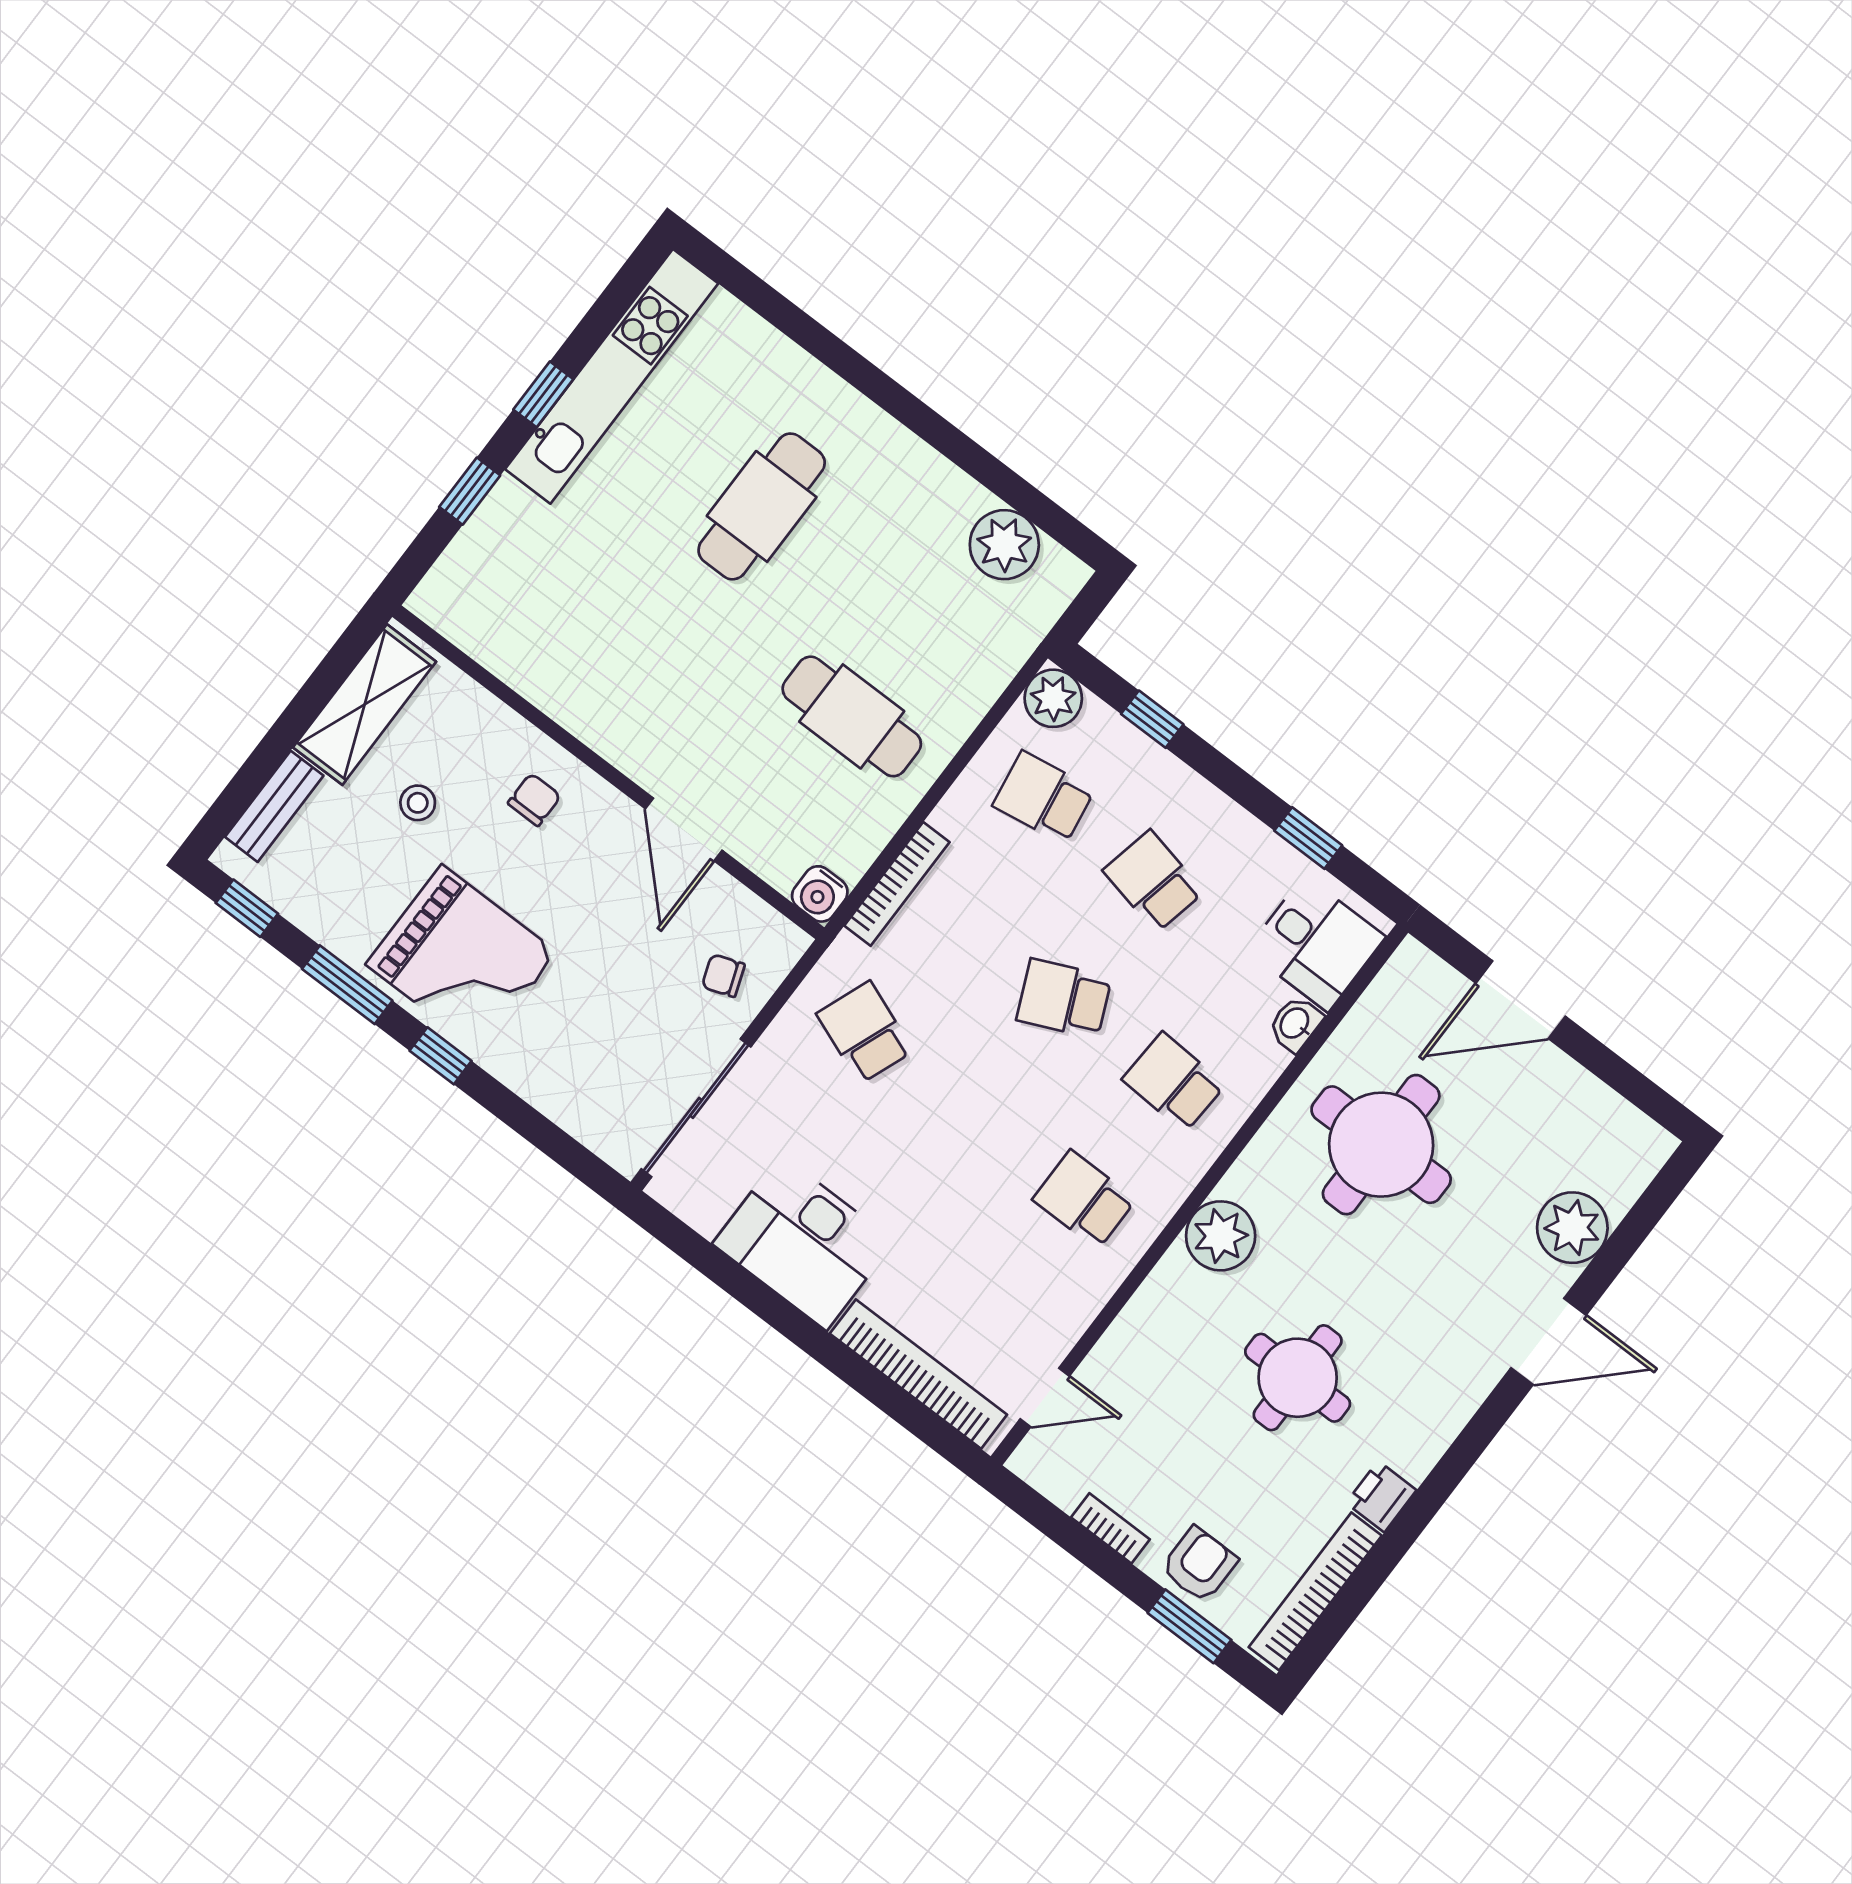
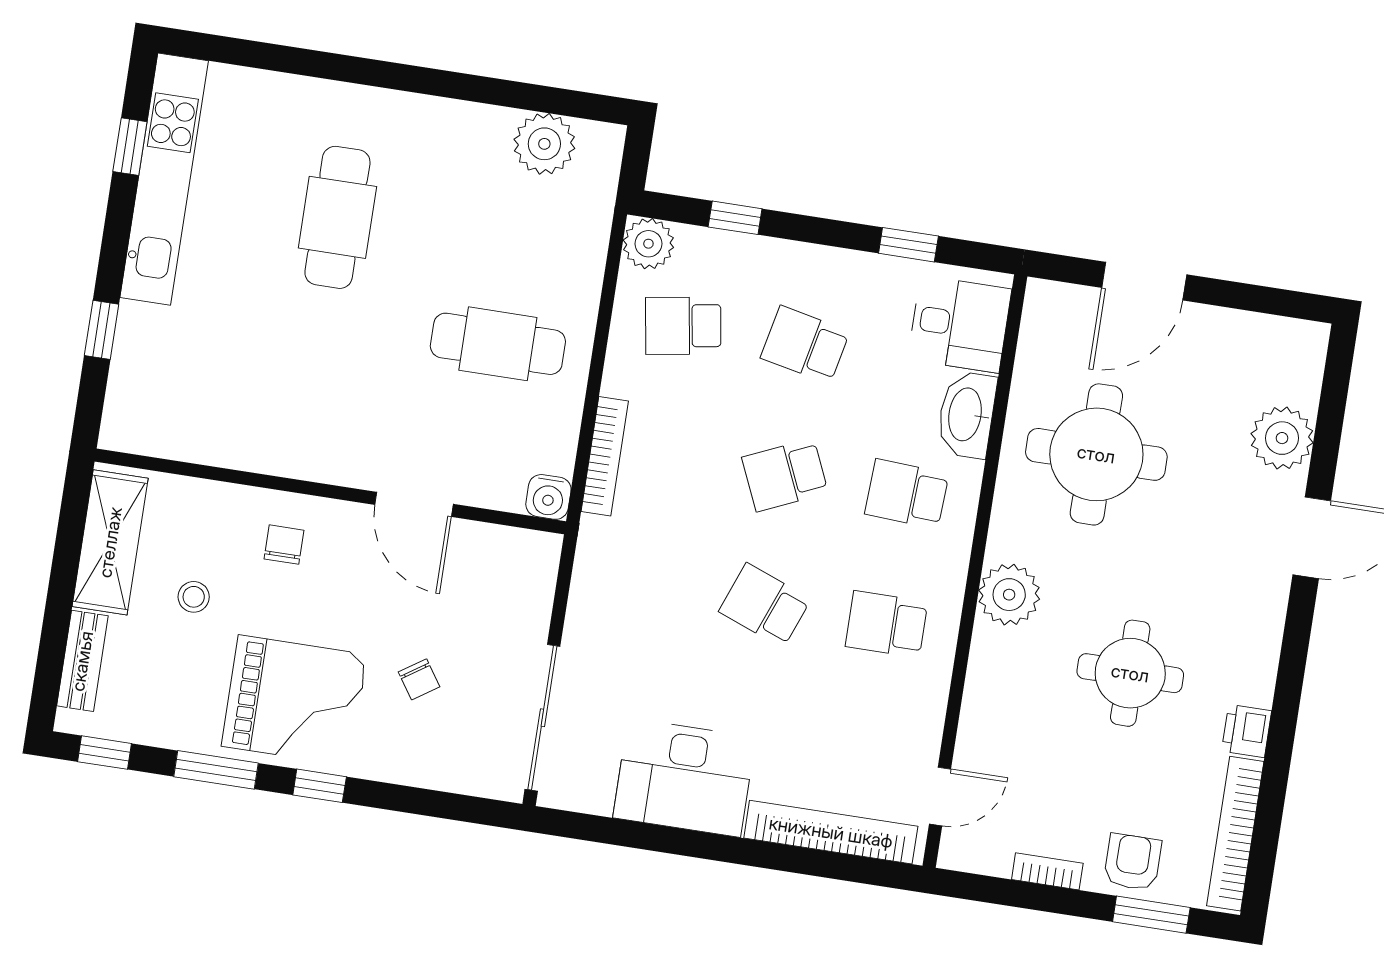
window: (543, 394) -> (130, 147), moved
chair: (723, 976) -> (419, 679), moved, turned -104
washbasin: (1295, 1024) -> (966, 415), width x1.91, depth x1.45
school desk: (865, 1032) -> (765, 605), moved

